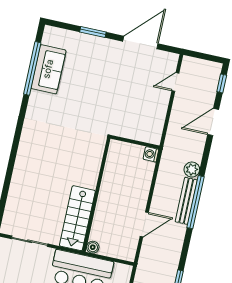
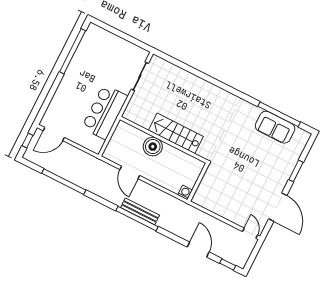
door: (175, 82) -> (250, 233), moved
plant: (192, 169) -> (164, 222), removed
stairs: (77, 218) -> (176, 133), moved
boiler: (93, 247) -> (153, 147), moved, width x1.86, depth x1.86

